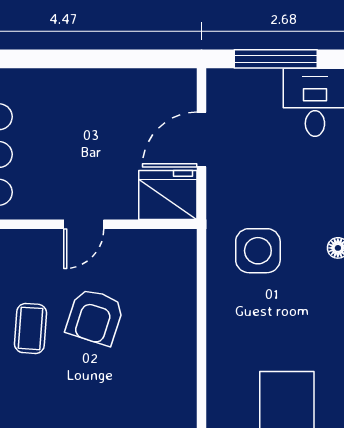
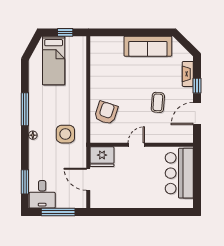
door: (202, 139) -> (88, 179), swing flipped
armchair: (95, 317) -> (106, 113), moved

